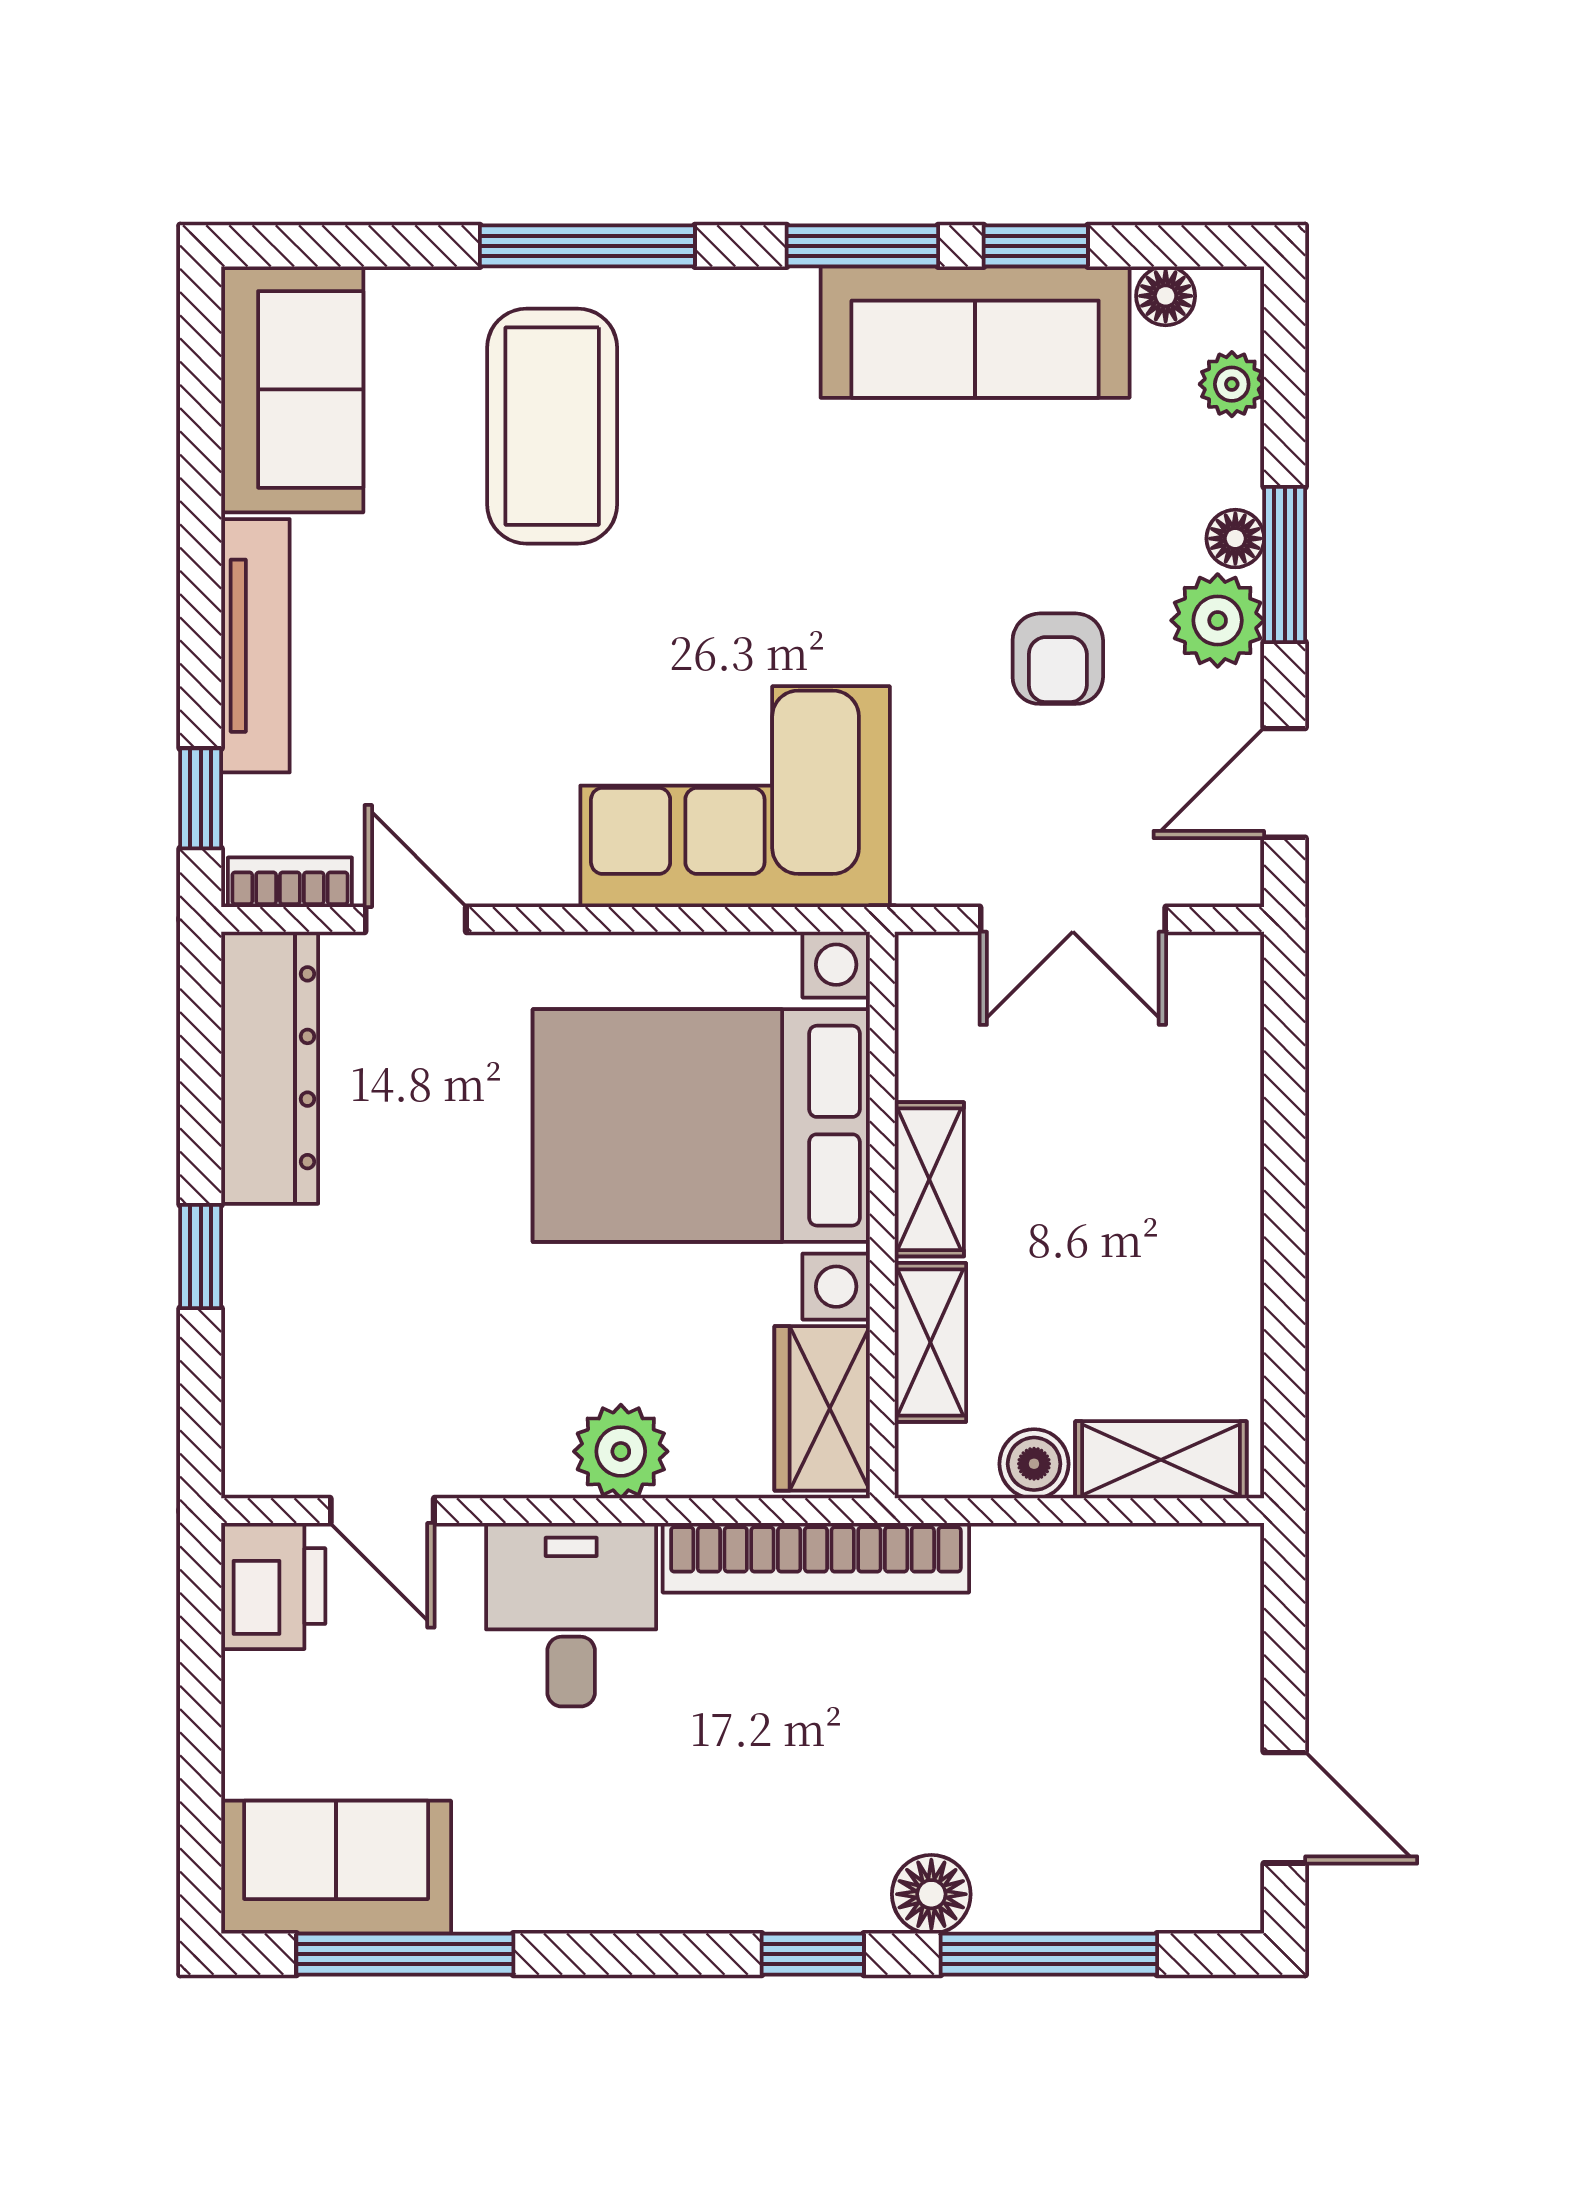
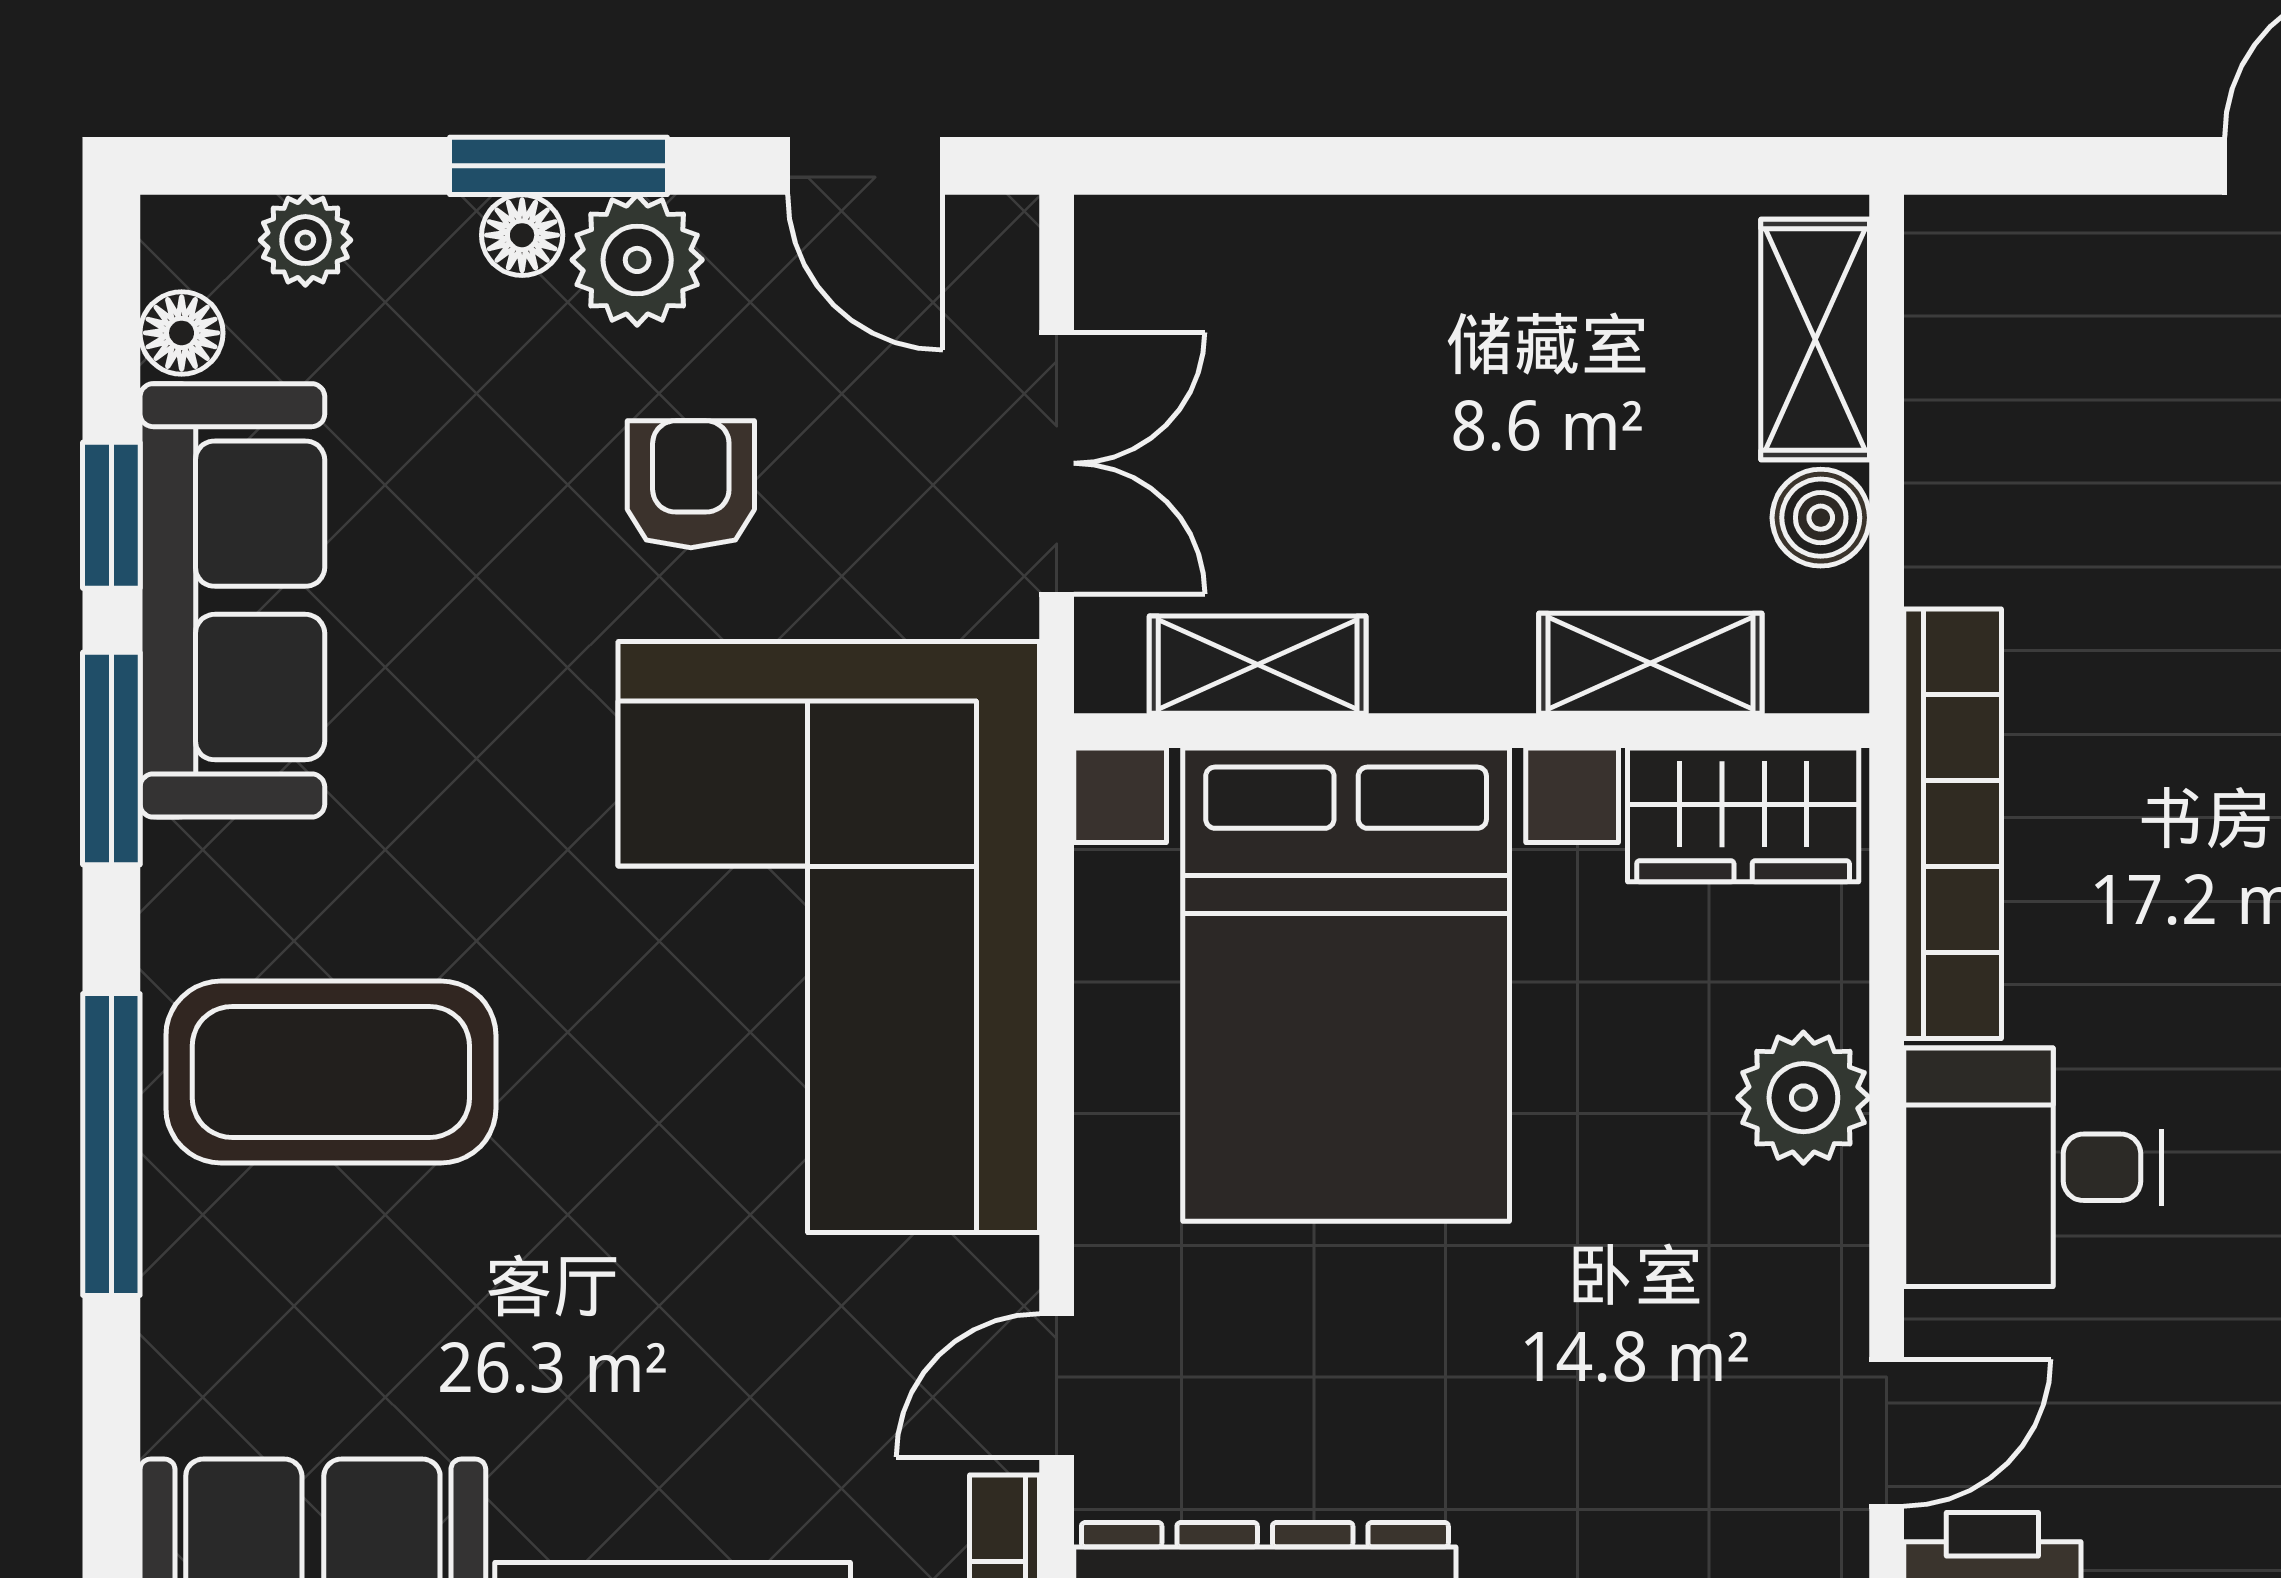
coffee table: (552, 426) -> (331, 1072), moved
armchair: (1058, 659) -> (691, 484), turned -90
corner sofa: (735, 797) -> (829, 937), width x1.36, depth x1.36
shelving: (929, 1179) -> (1258, 665), moved

